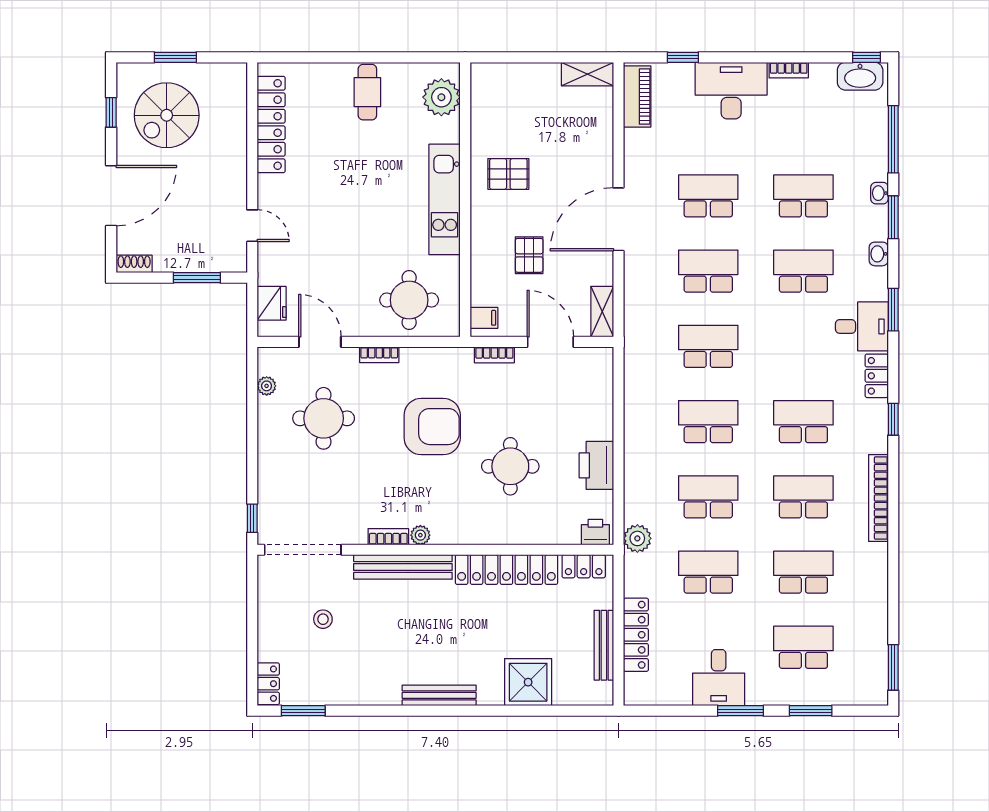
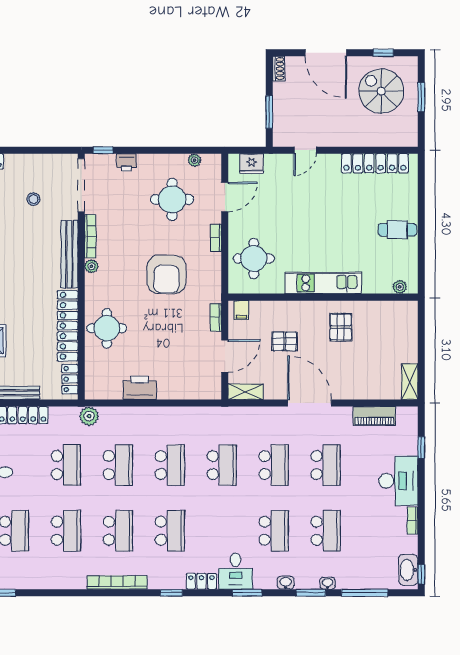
plant: (441, 97) -> (400, 287), width x0.53, depth x0.53
piano: (637, 97) -> (374, 416), moved
round table: (510, 466) -> (107, 328), moved
printer: (595, 532) -> (126, 162), moved, turned 90
bookcase: (388, 537) -> (90, 236), width x1.56

